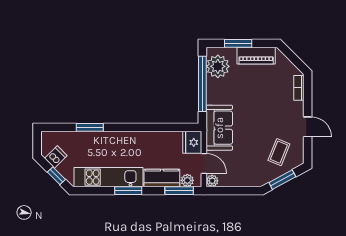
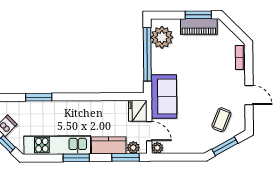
window: (238, 43) -> (198, 15), moved

